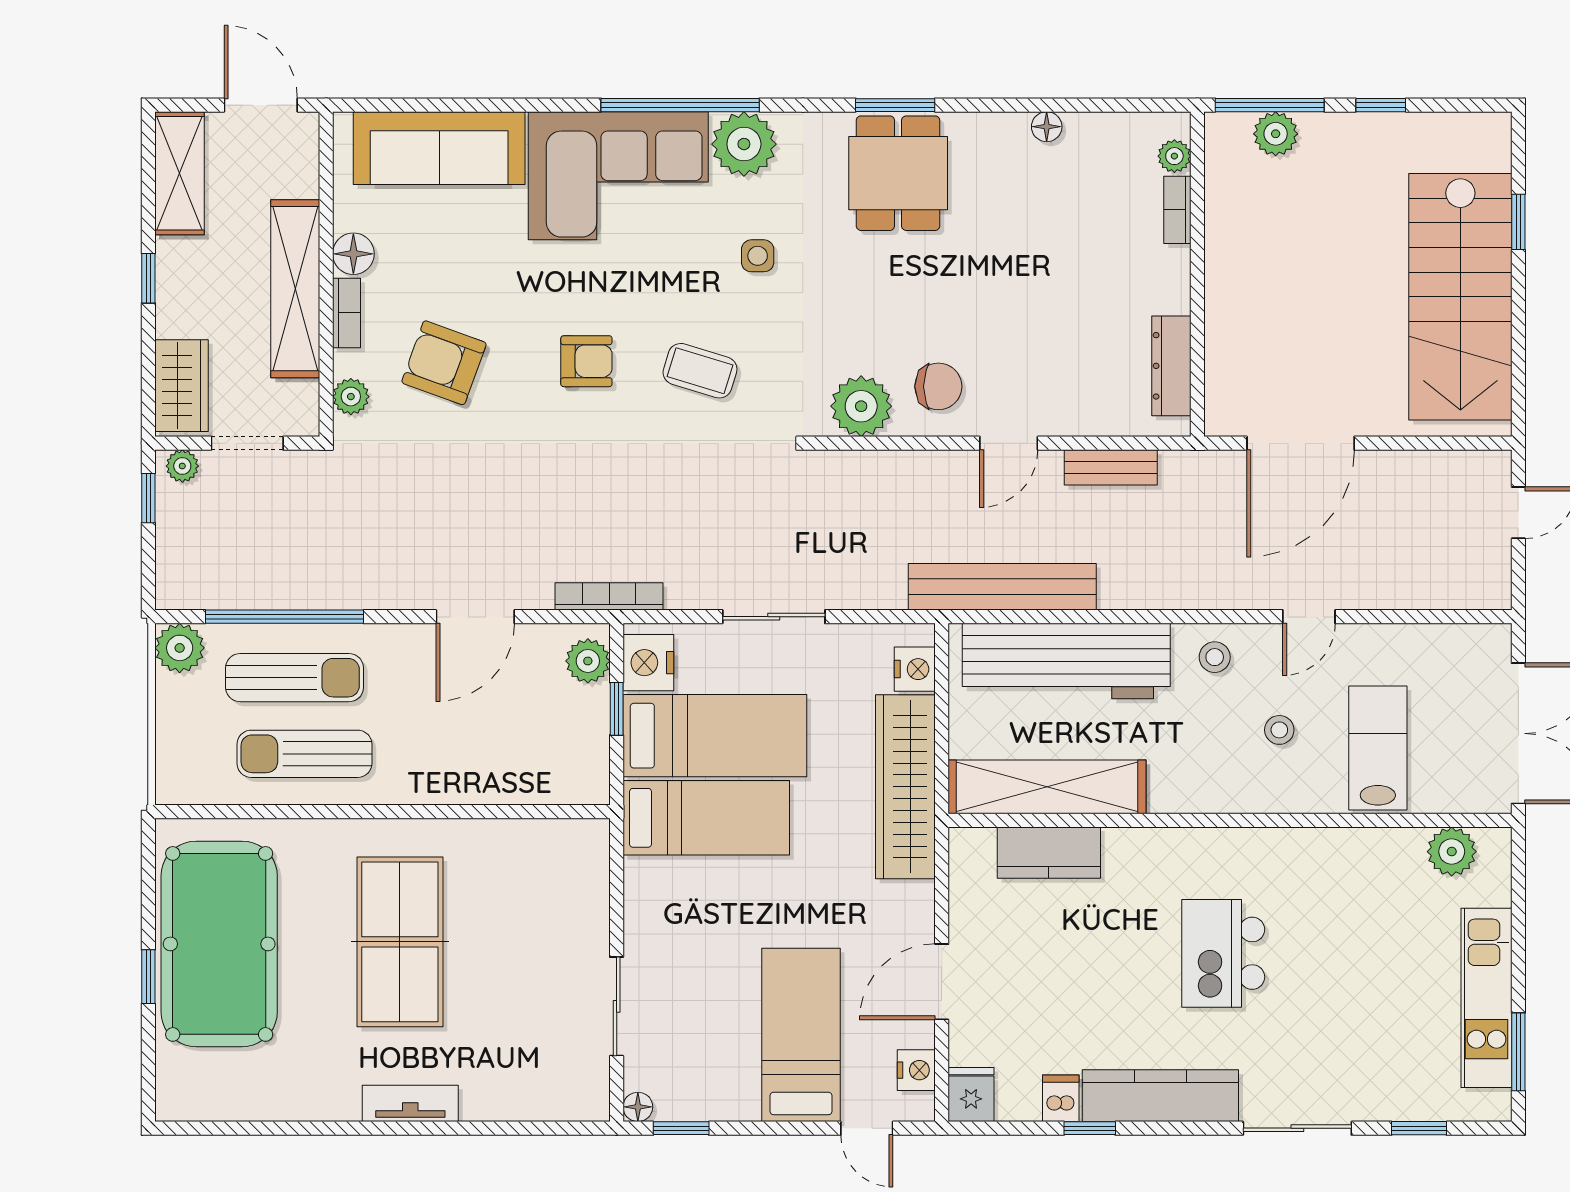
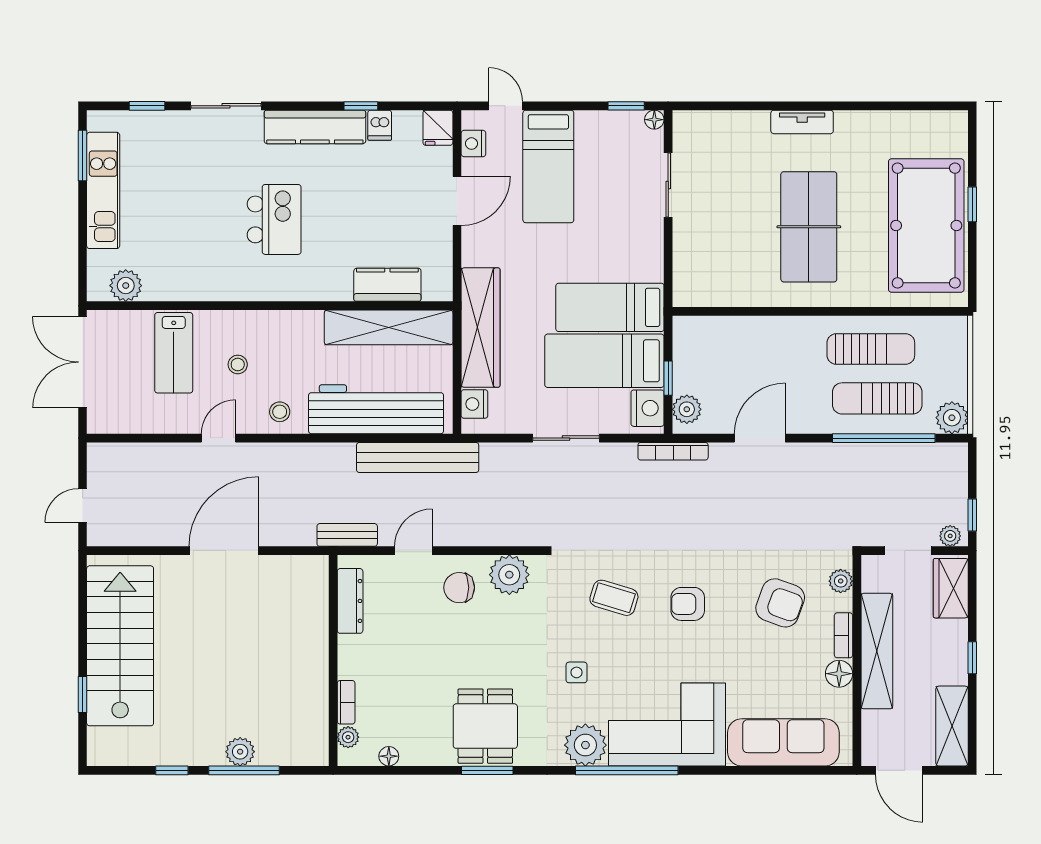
plant: (1174, 156) -> (348, 737), moved
bookcase: (1177, 210) -> (346, 702), moved
wall: (1197, 274) -> (333, 660), moved
dresser: (1171, 366) -> (350, 601), moved

